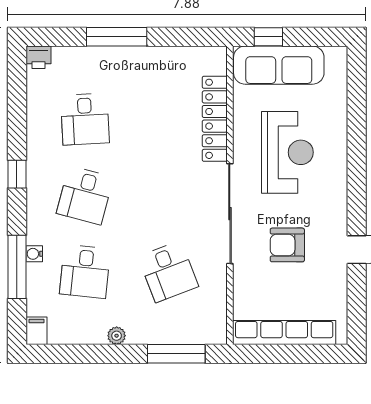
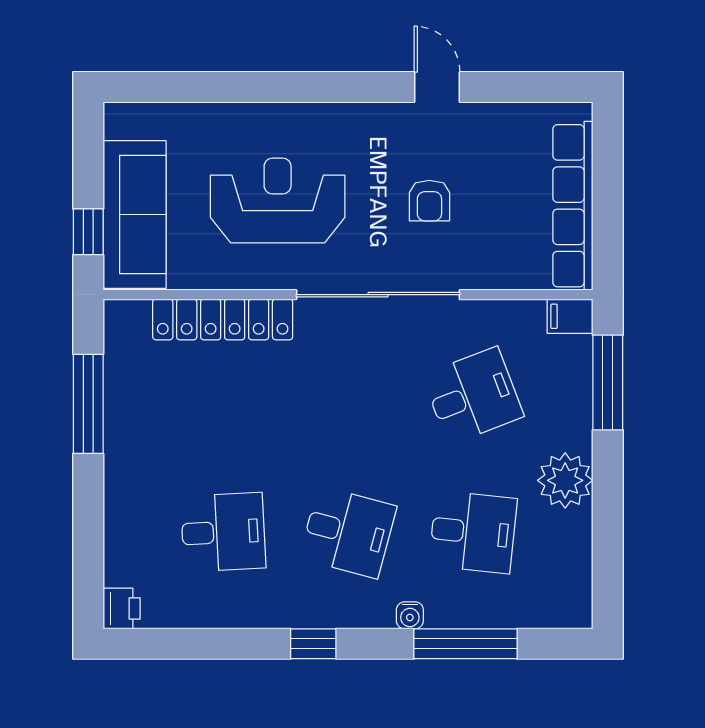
window: (117, 37) -> (88, 404), moved
armchair: (287, 245) -> (429, 201), width x0.72, depth x0.72
water cooler: (34, 254) -> (410, 615), moved
filing cabinet: (36, 331) -> (570, 316), moved
plant: (117, 336) -> (565, 480), width x1.88, depth x1.88

